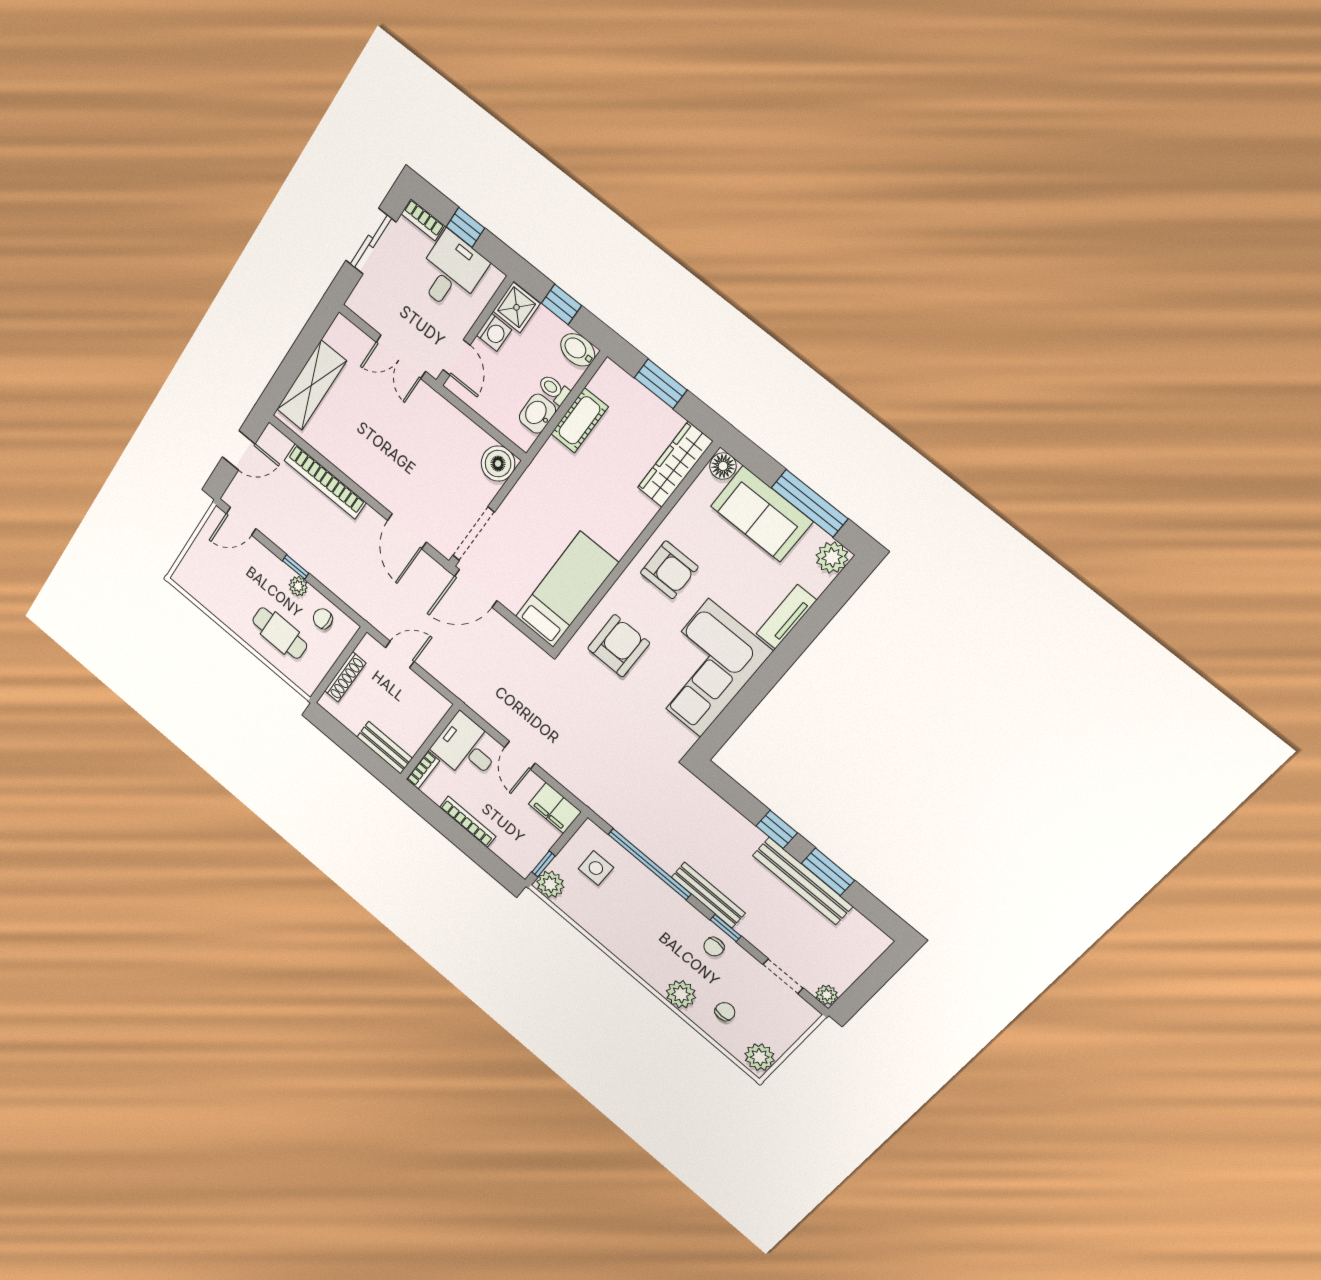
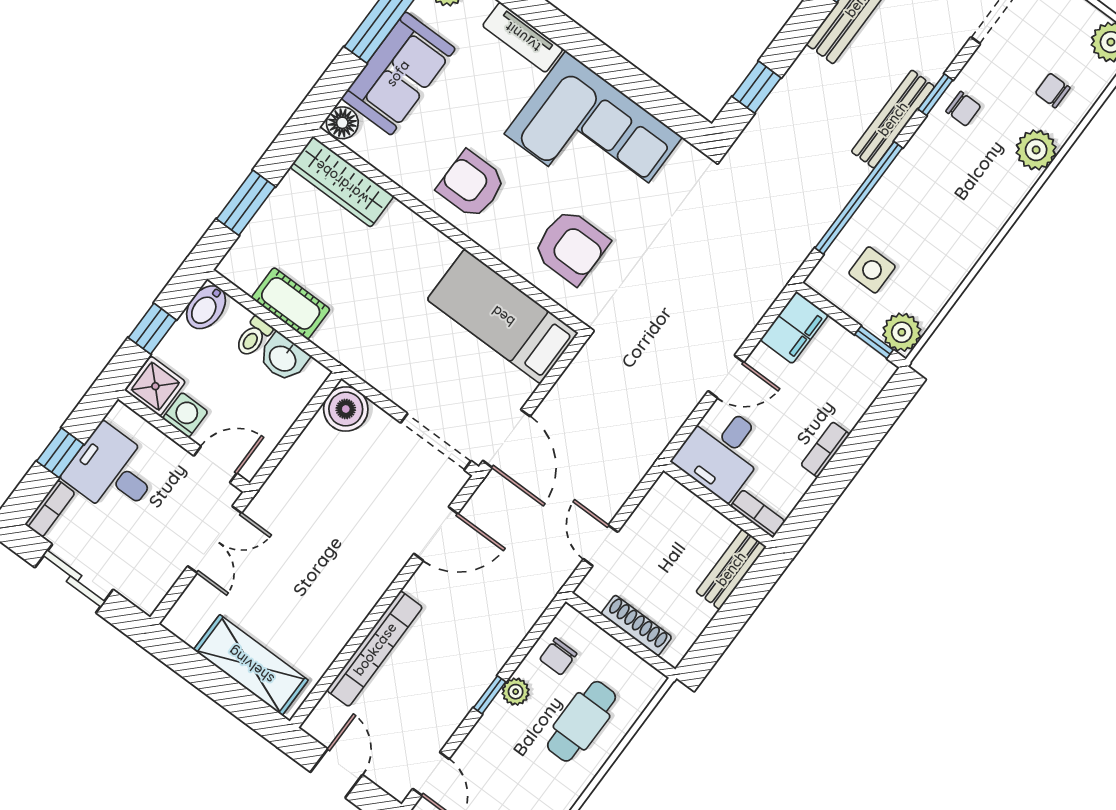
armchair: (669, 570) -> (471, 185), turned -90
armchair: (619, 646) -> (571, 247), turned 180
bookcase: (468, 822) -> (825, 450), width x0.64
window: (777, 829) -> (757, 87), moved

